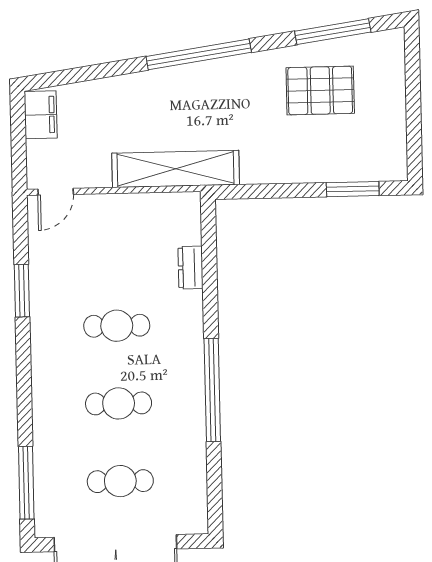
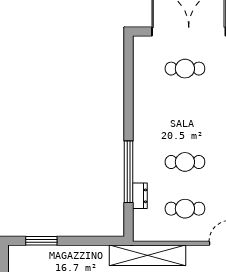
window: (212, 390) -> (128, 172), moved
cafe table: (119, 403) -> (185, 209), moved

